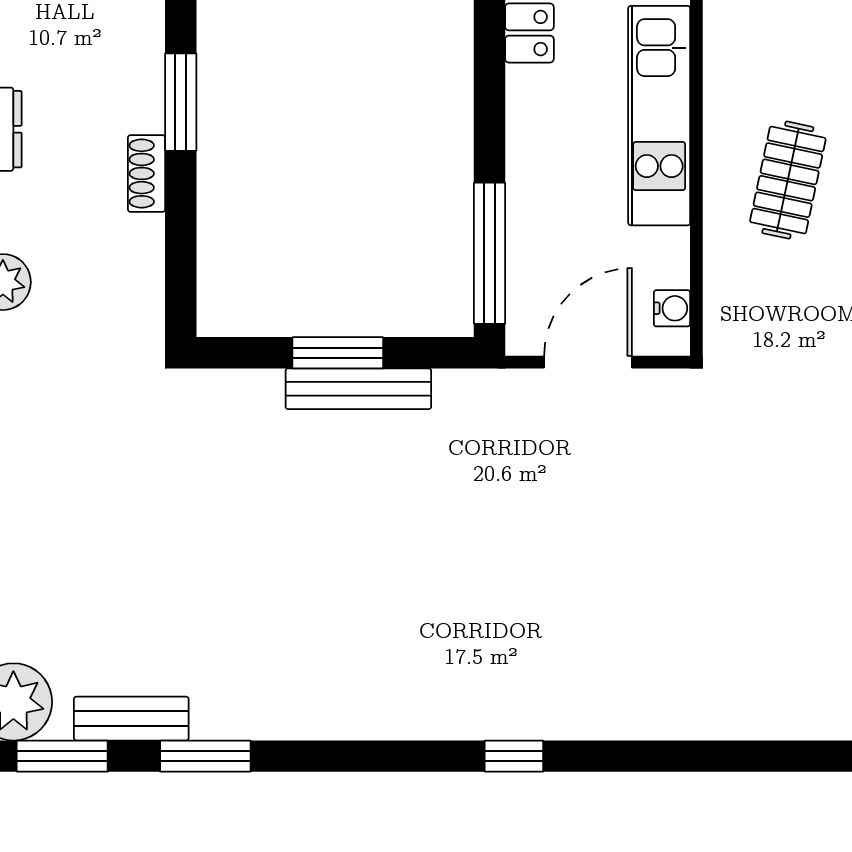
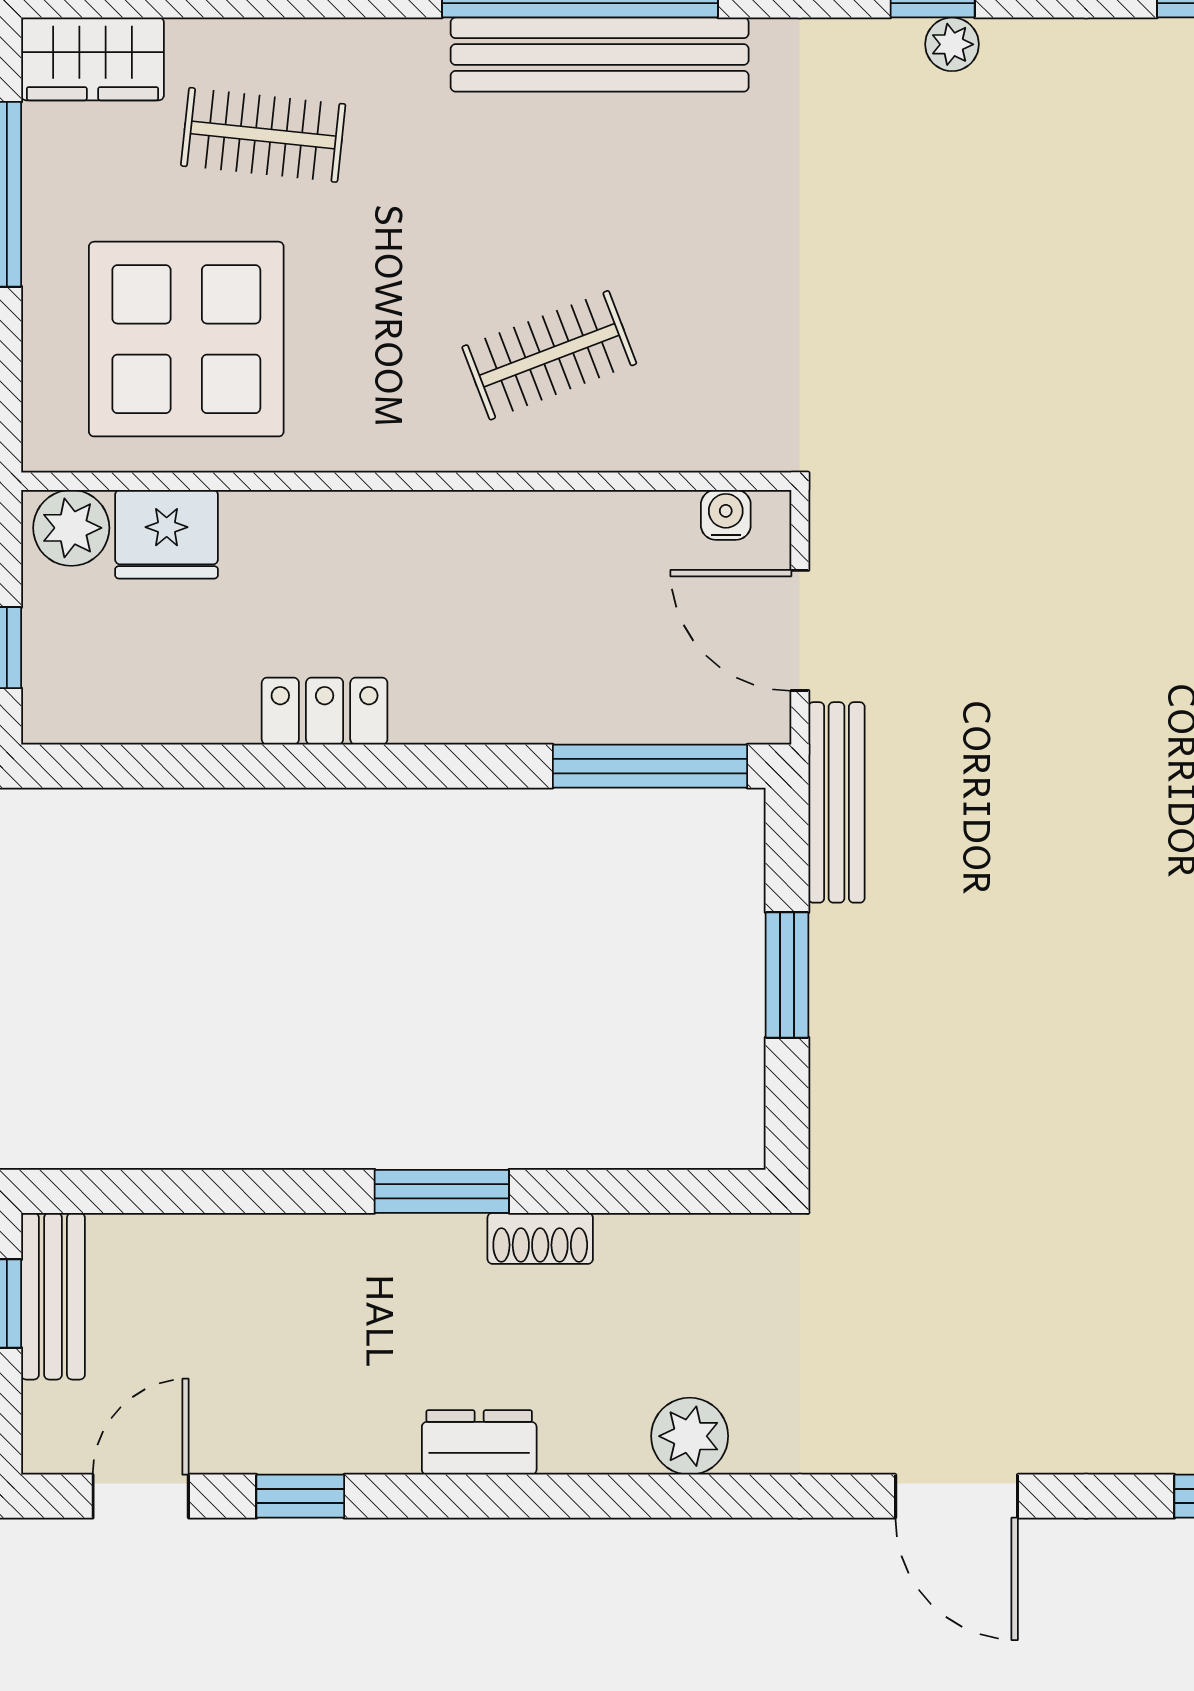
kitchen unit: (659, 116) -> (460, 532), removed
clothes rail: (788, 180) -> (549, 355), turned -33
bench: (358, 389) -> (837, 802), moved

